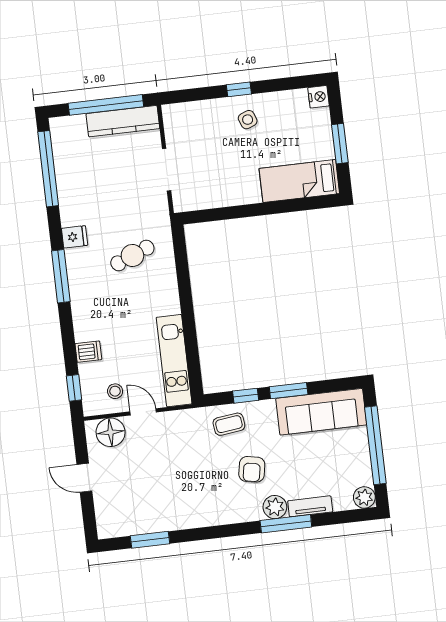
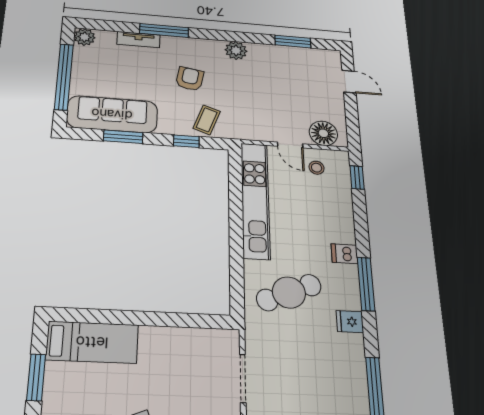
cafe table: (132, 255) -> (289, 292), width x1.37, depth x1.35
dishwasher: (88, 352) -> (344, 254), moved
kitchen unit: (174, 361) -> (255, 200), width x1.36
window: (289, 391) -> (123, 137), moved
coffee table: (229, 424) -> (207, 120), turned -63
door: (84, 478) -> (349, 82), moved
plant: (275, 507) -> (236, 50), moved

